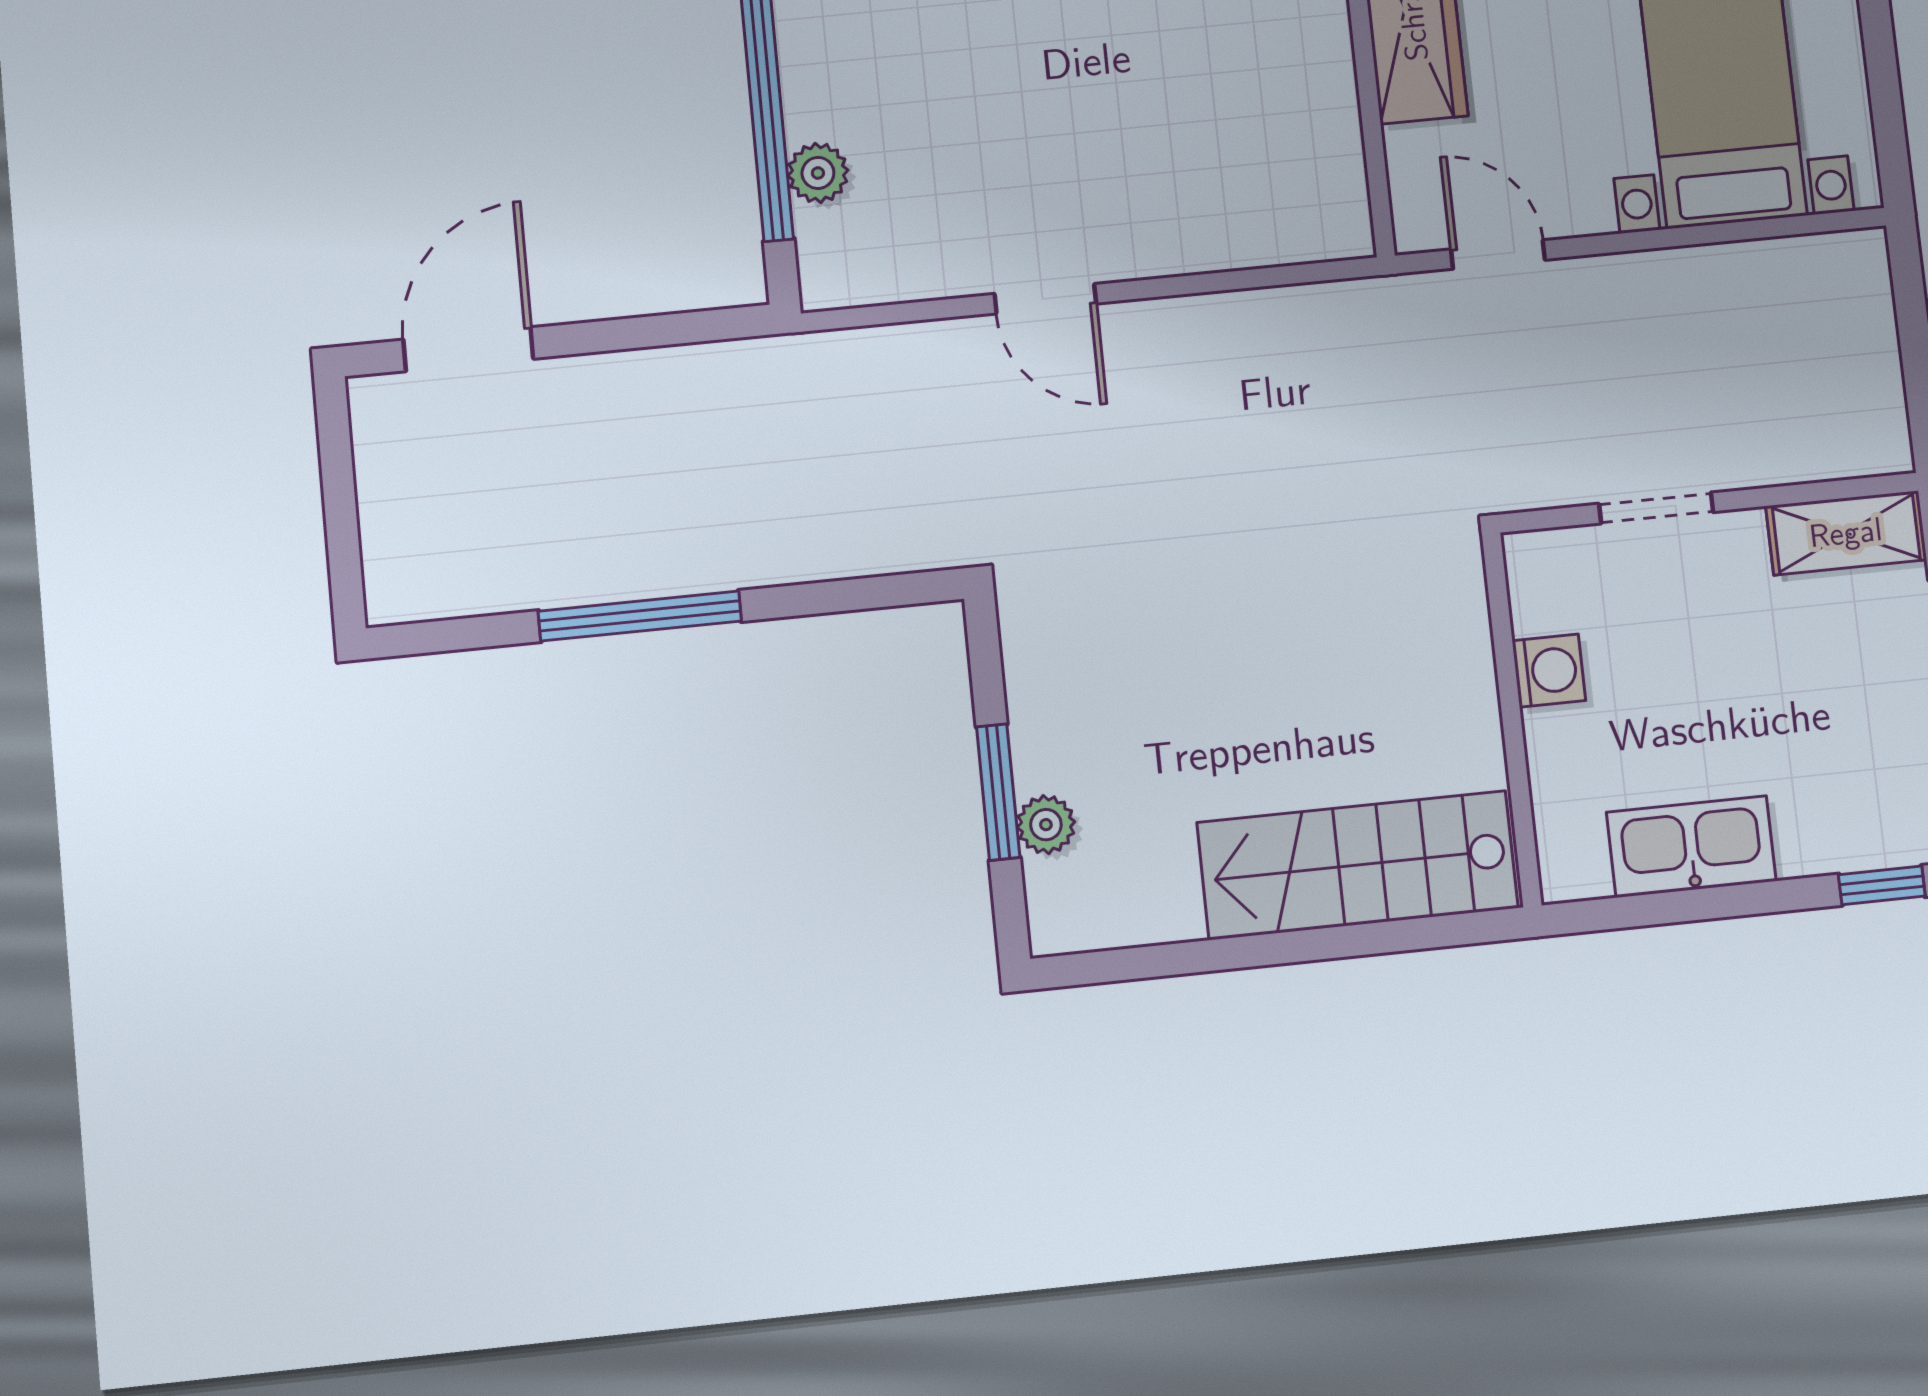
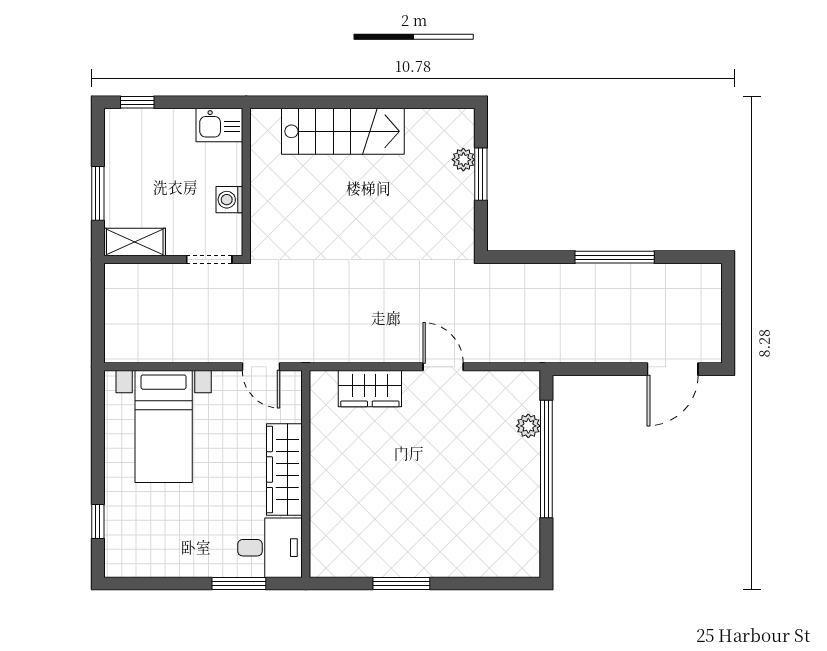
wardrobe: (1222, 227) -> (370, 389), added
washing machine: (1549, 671) -> (229, 200), moved
wall: (1512, 719) -> (246, 182), moved
kitchen sink: (1691, 847) -> (219, 125), width x0.73

